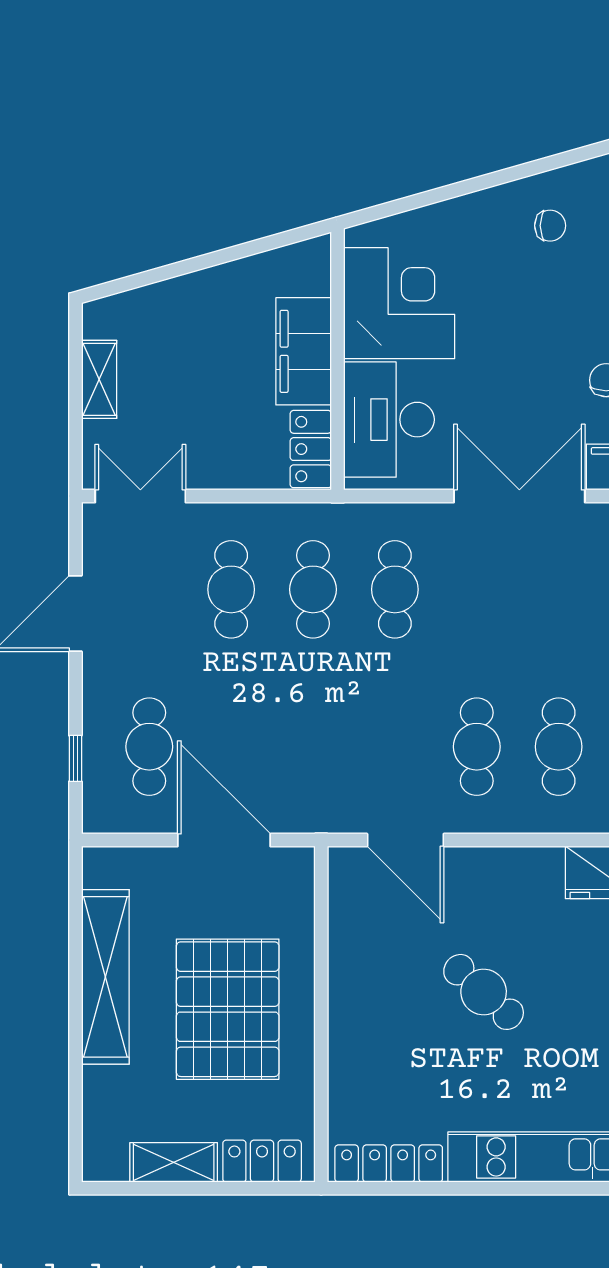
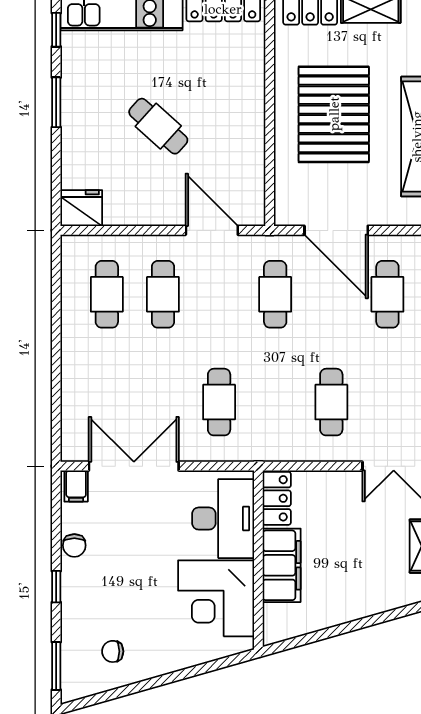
double door: (519, 496) -> (134, 466), swing flipped
cafe table: (313, 589) -> (275, 294), moved

